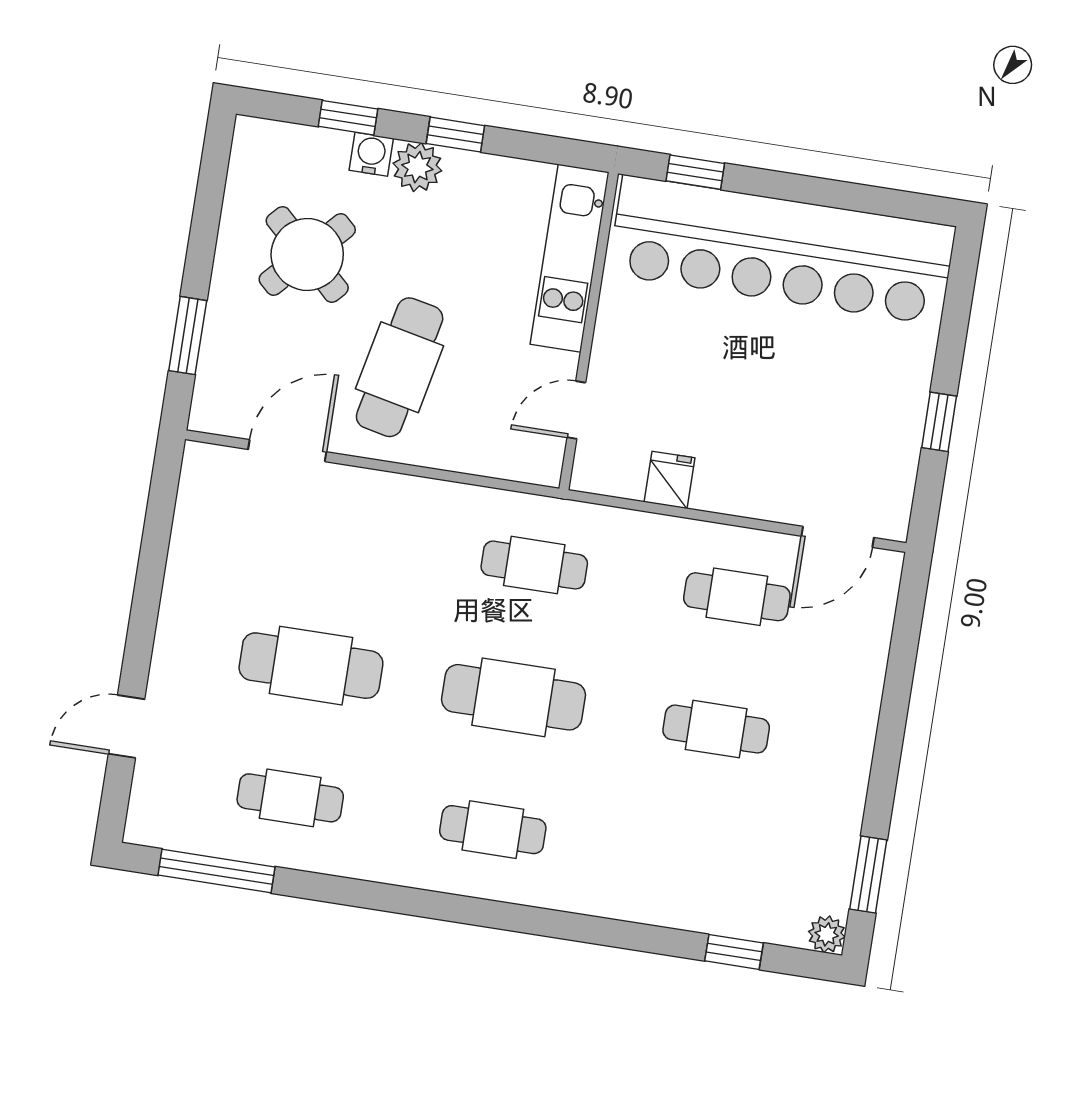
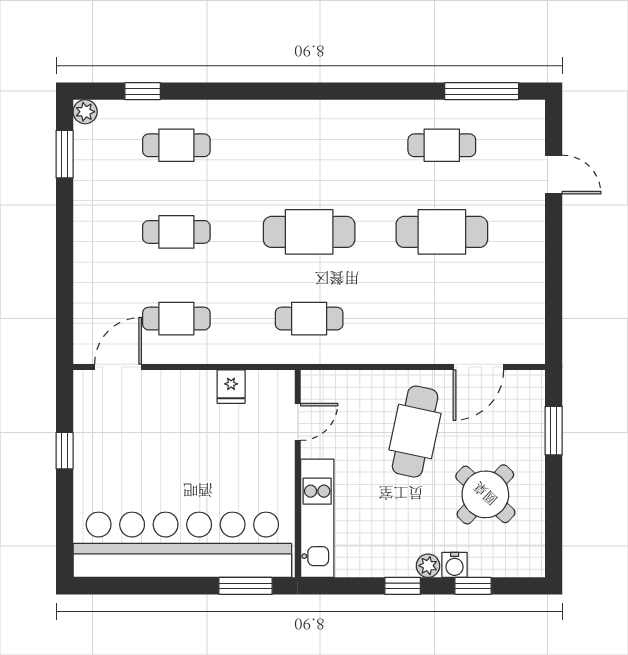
plant: (417, 167) -> (428, 566), width x0.73, depth x0.73
window: (695, 172) -> (245, 586), width x1.50
door: (126, 726) -> (554, 175), hinge flipped
cafe table: (493, 830) -> (176, 145), moved

